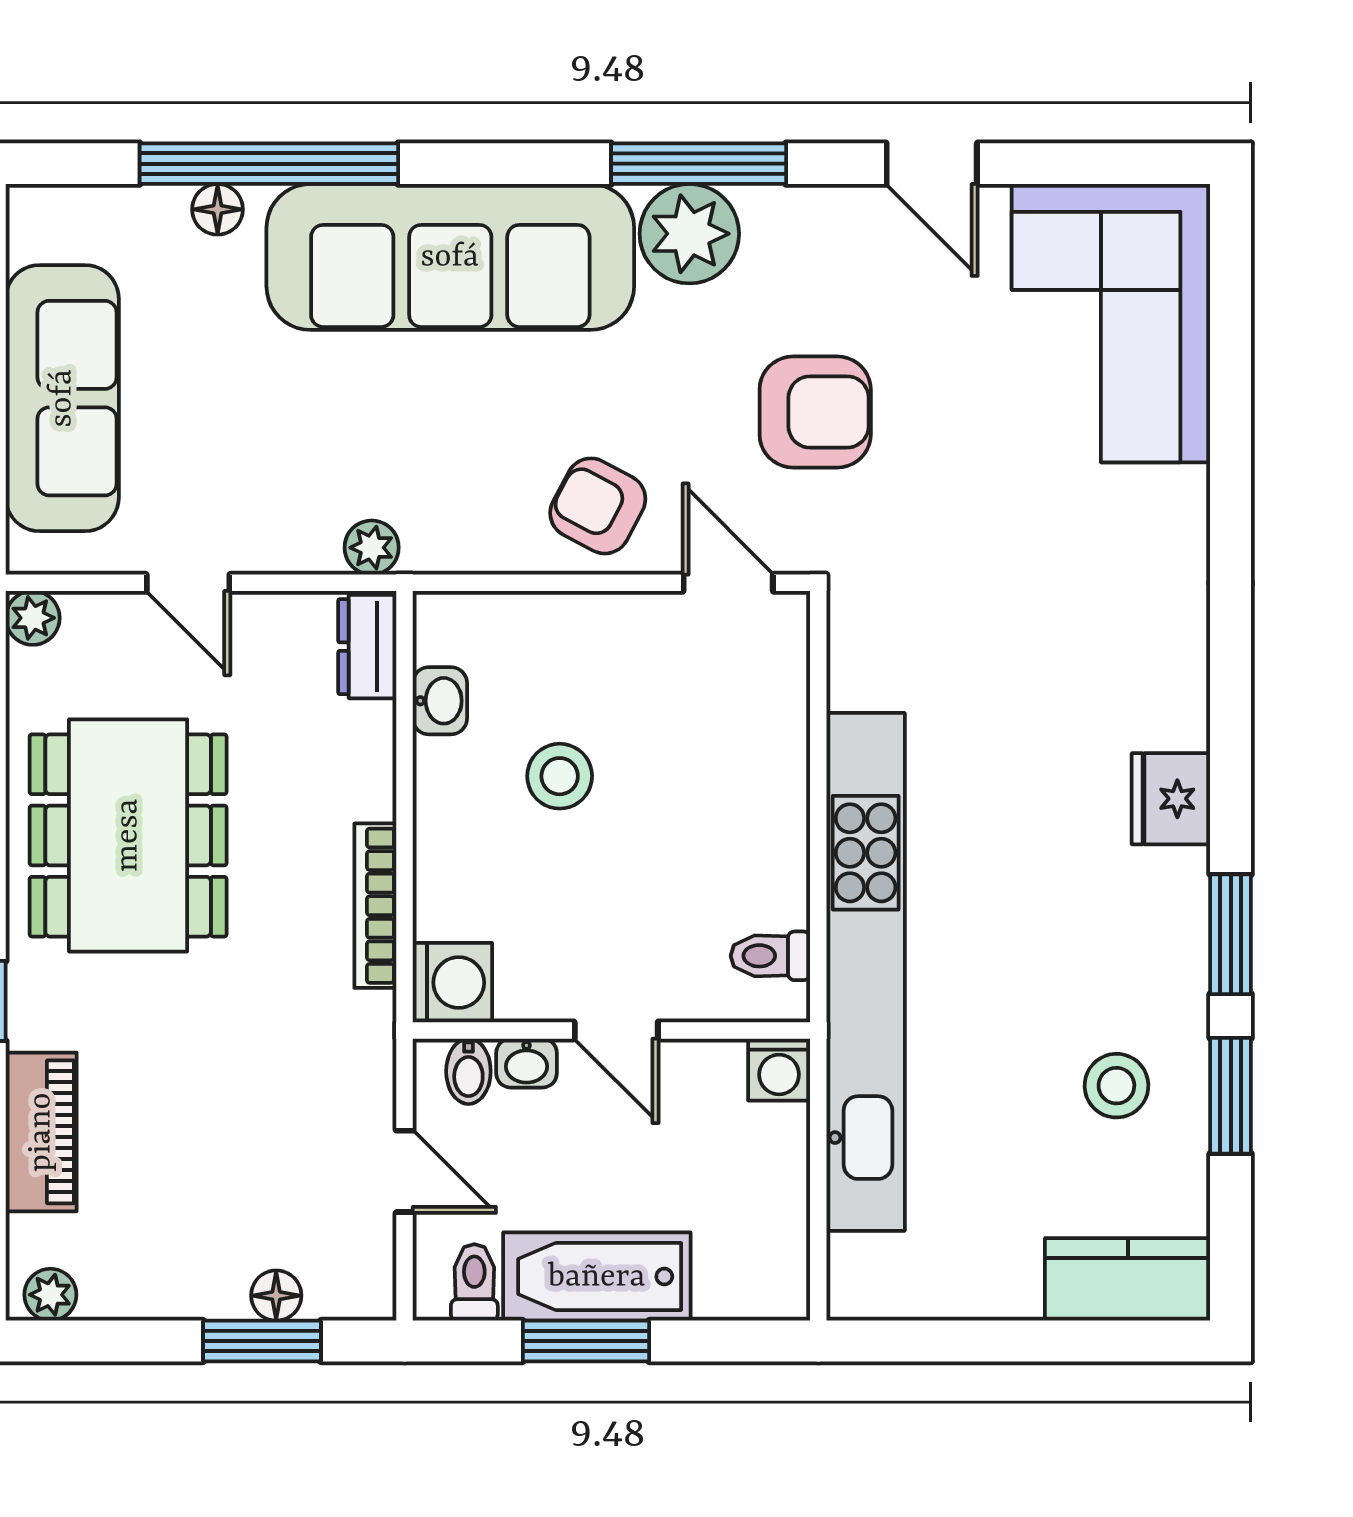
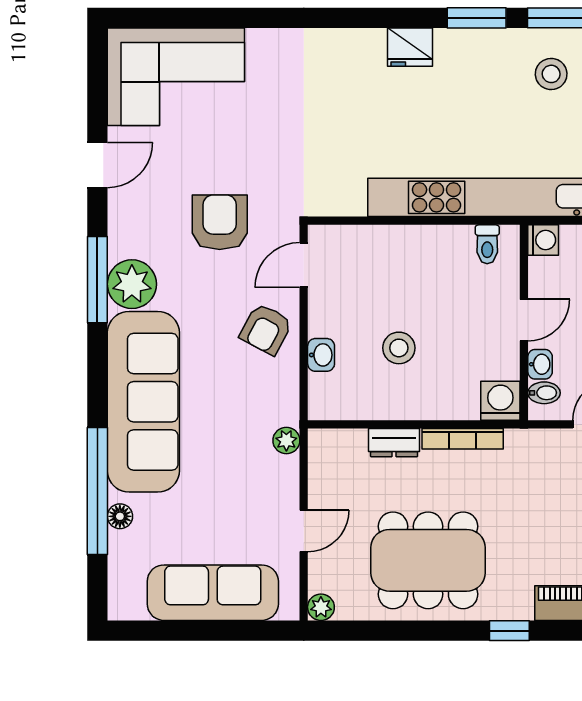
dresser: (367, 647) -> (394, 443), moved
washbasin: (440, 701) -> (321, 355), moved, turned 90

